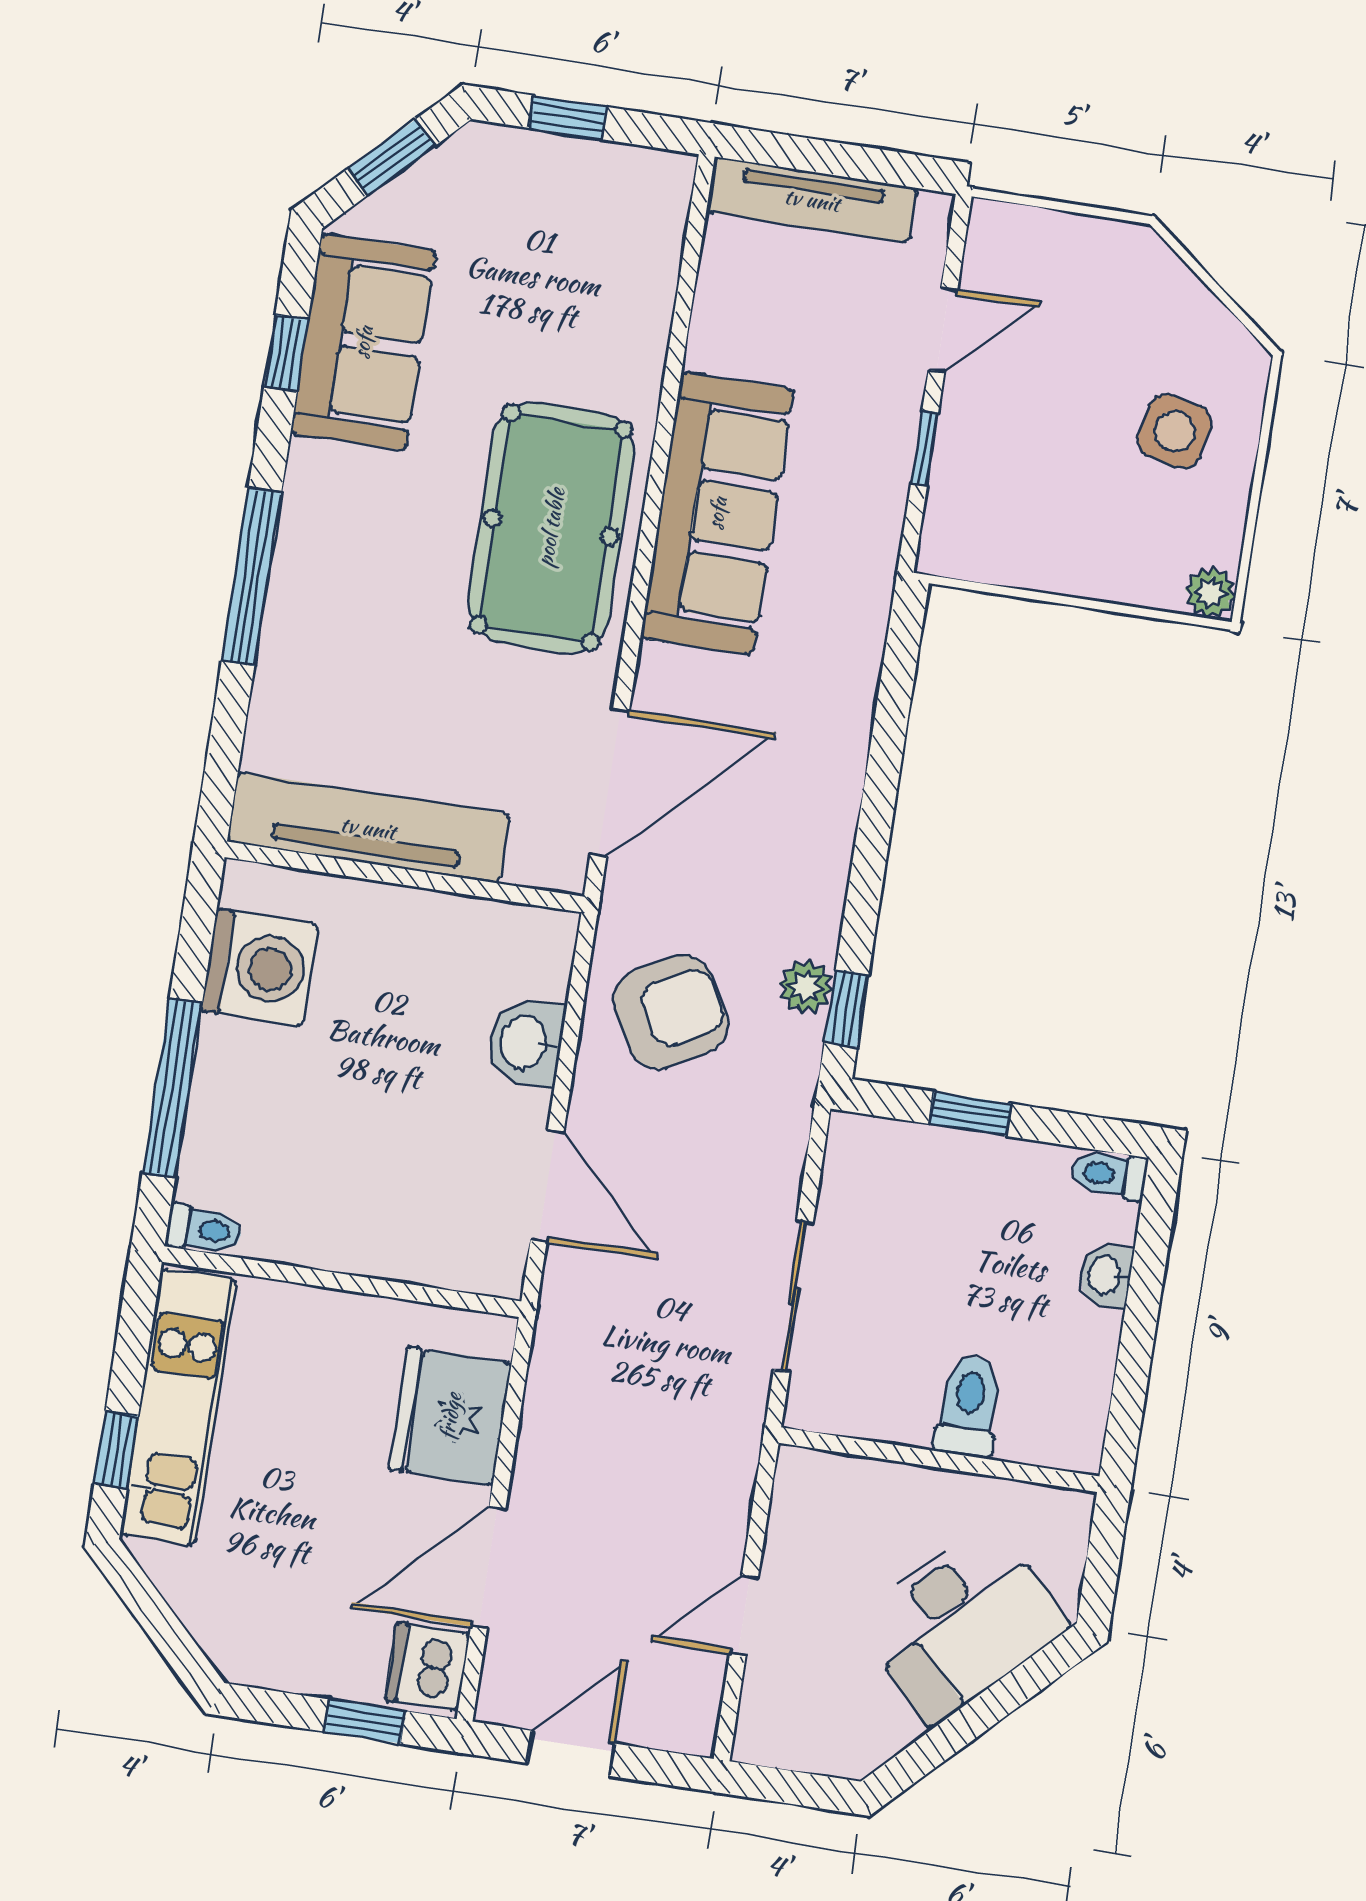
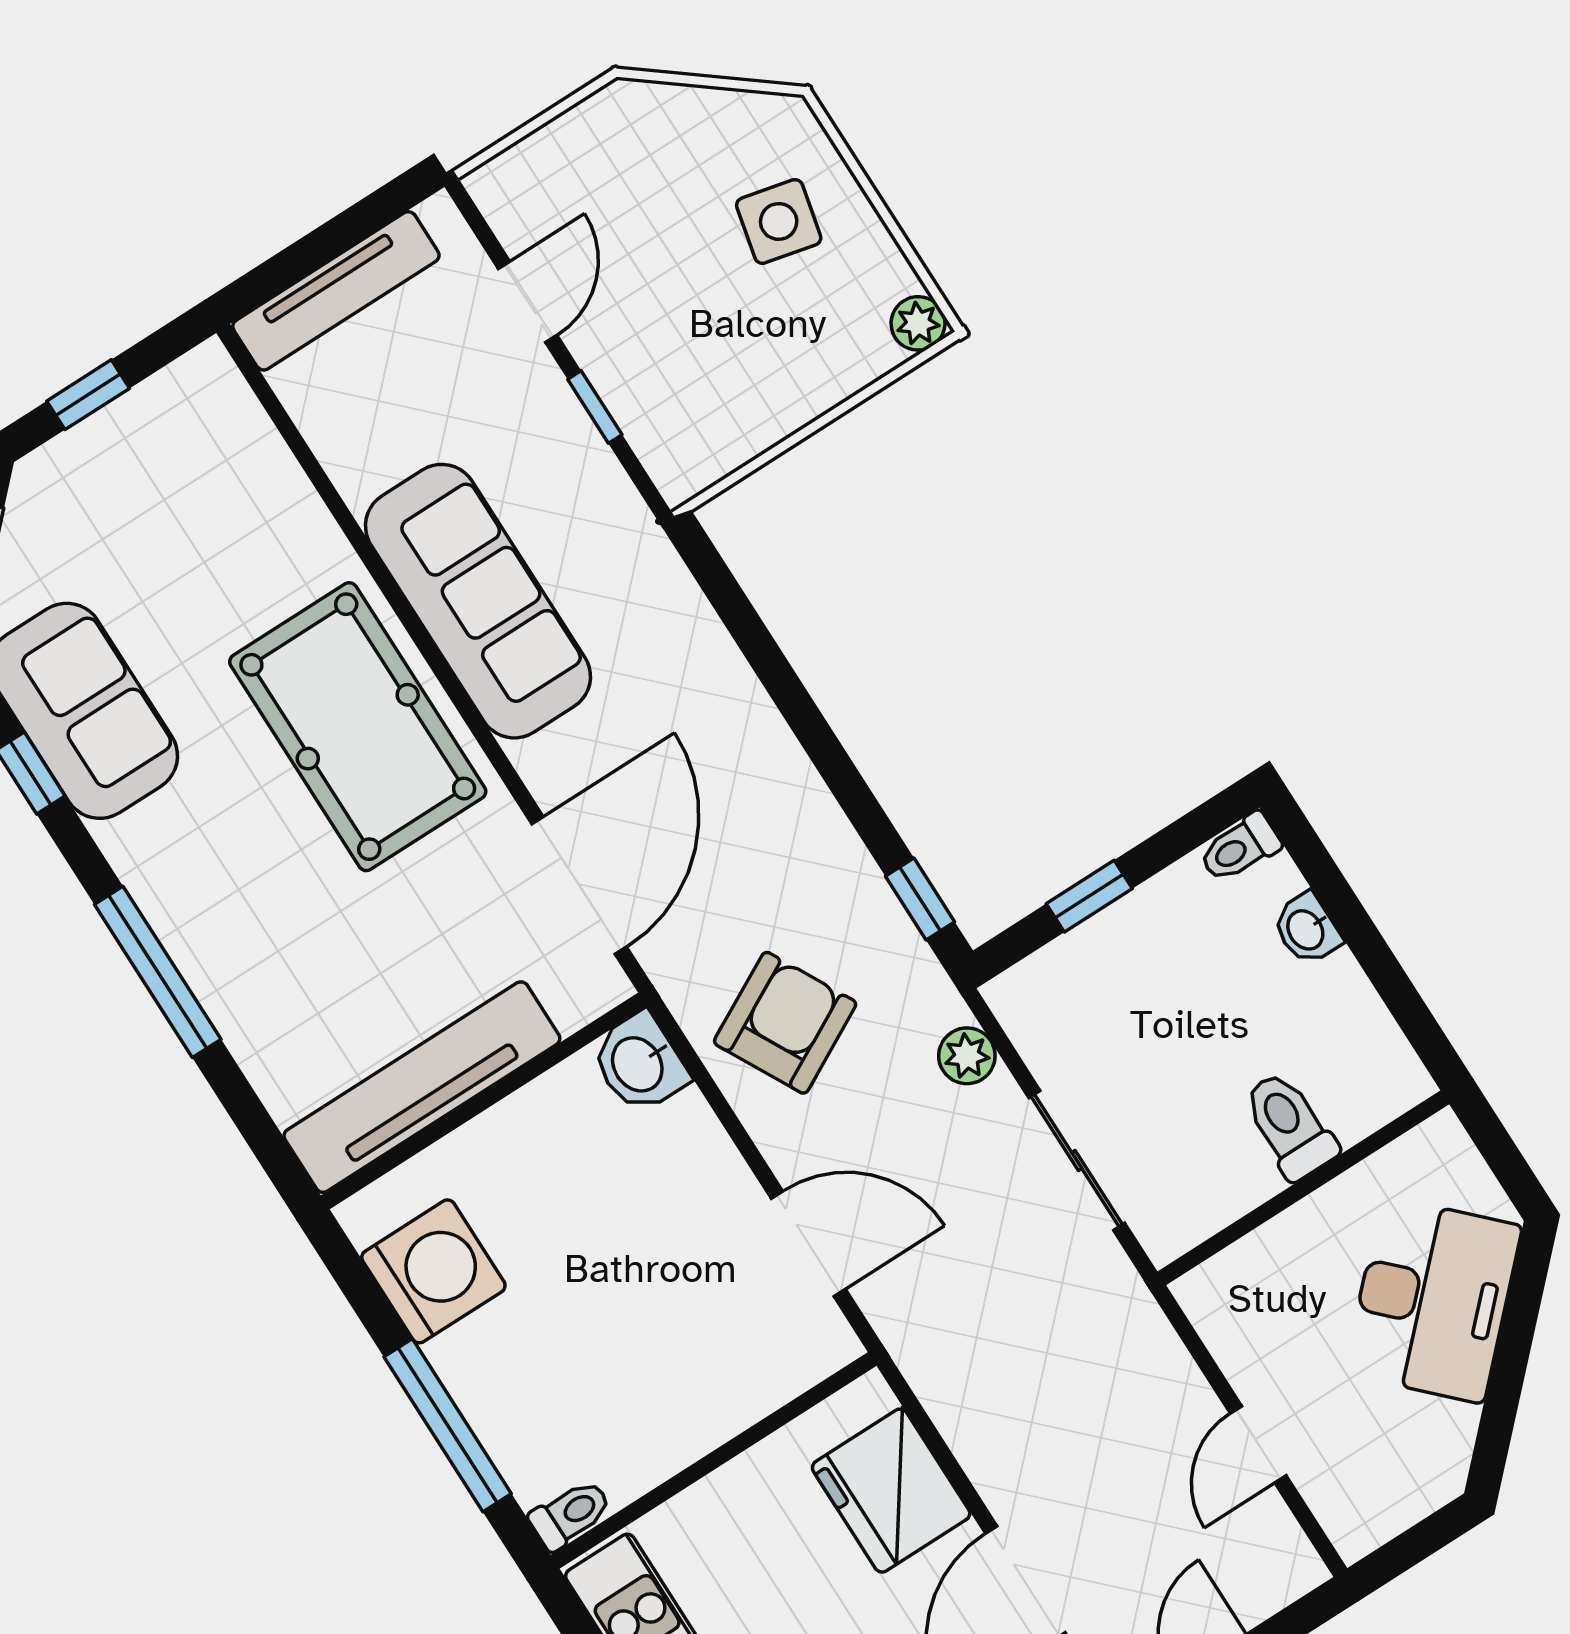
plant: (806, 987) -> (967, 1056), moved
washbasin: (526, 1042) -> (639, 1063), moved

